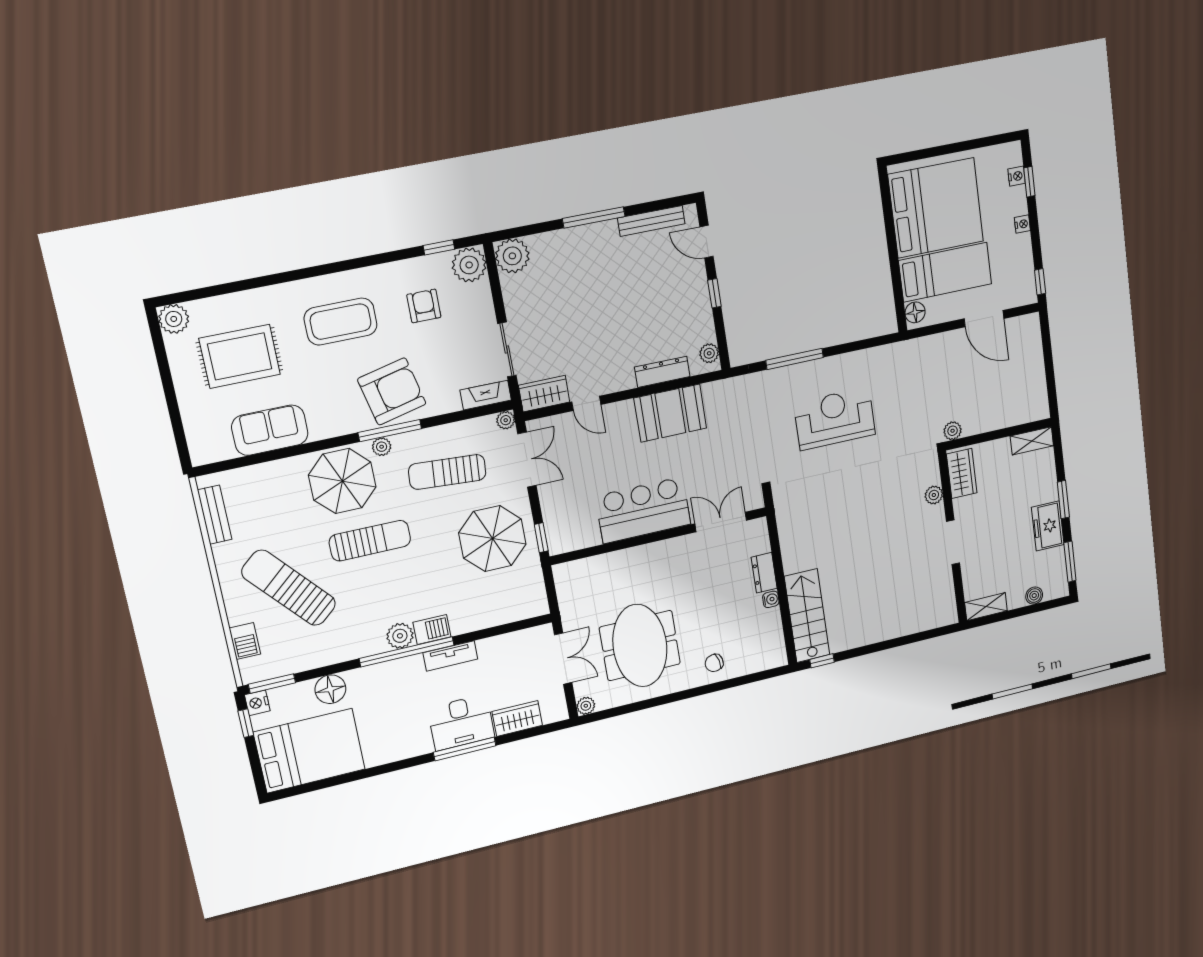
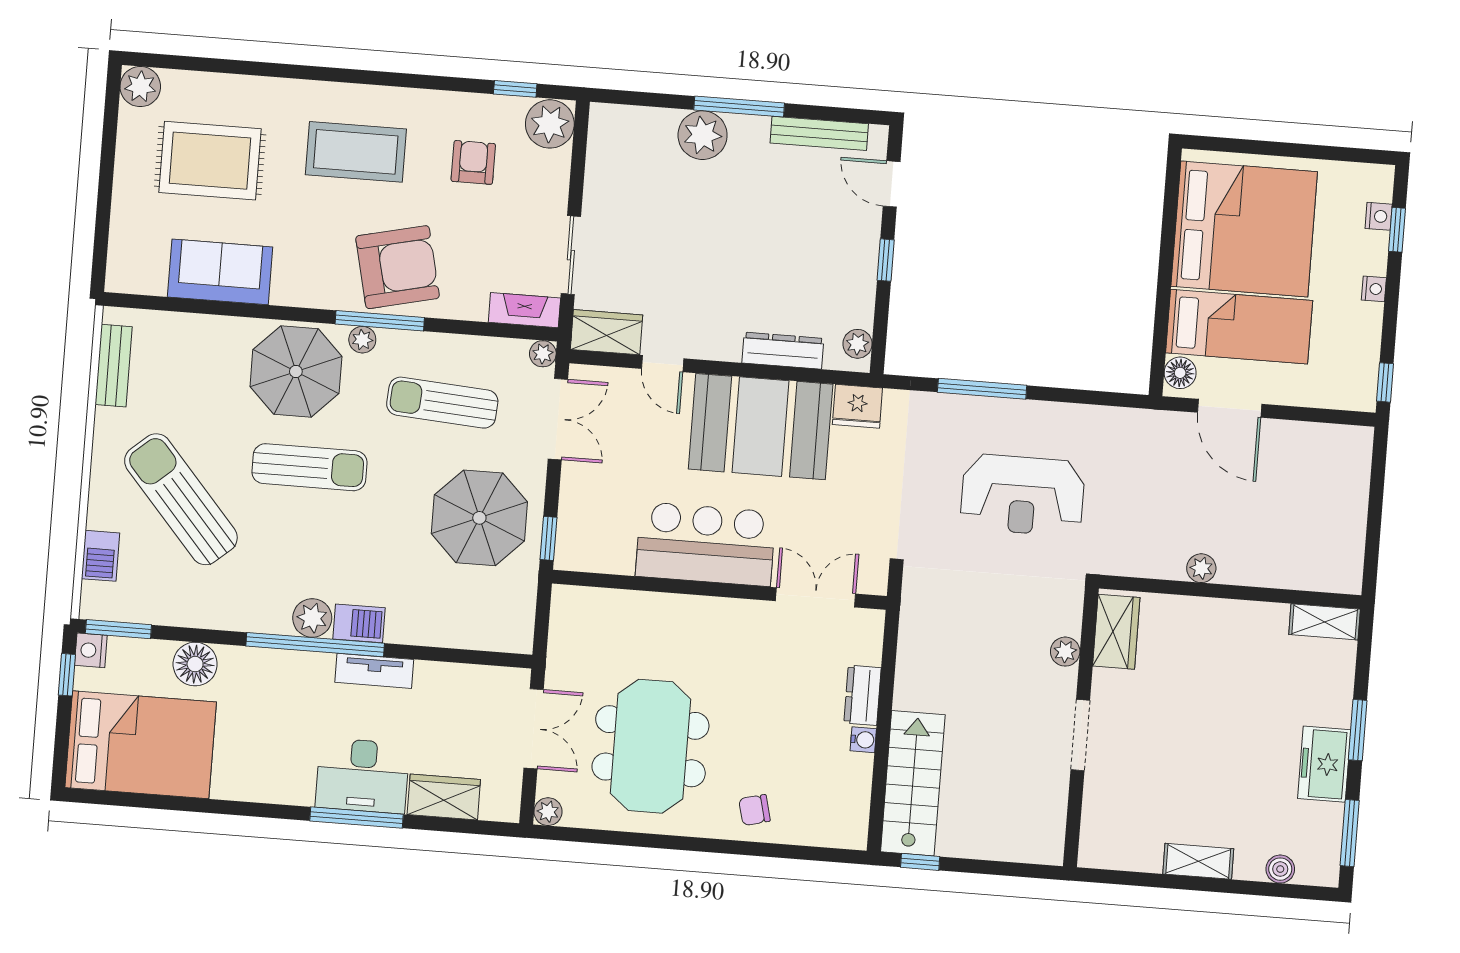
plant: (512, 256) -> (703, 135), moved
door: (984, 319) -> (1230, 408), moved
fridge: (719, 394) -> (857, 406), added
booth: (670, 413) -> (761, 427), width x1.36, depth x1.42
reception desk: (835, 419) -> (1023, 495), turned 180
wardrobe: (962, 474) -> (1116, 632), moved
plant: (934, 495) -> (1065, 652), moved
wall: (952, 538) -> (1081, 727), moved
doorway: (953, 542) -> (1080, 735), moved

